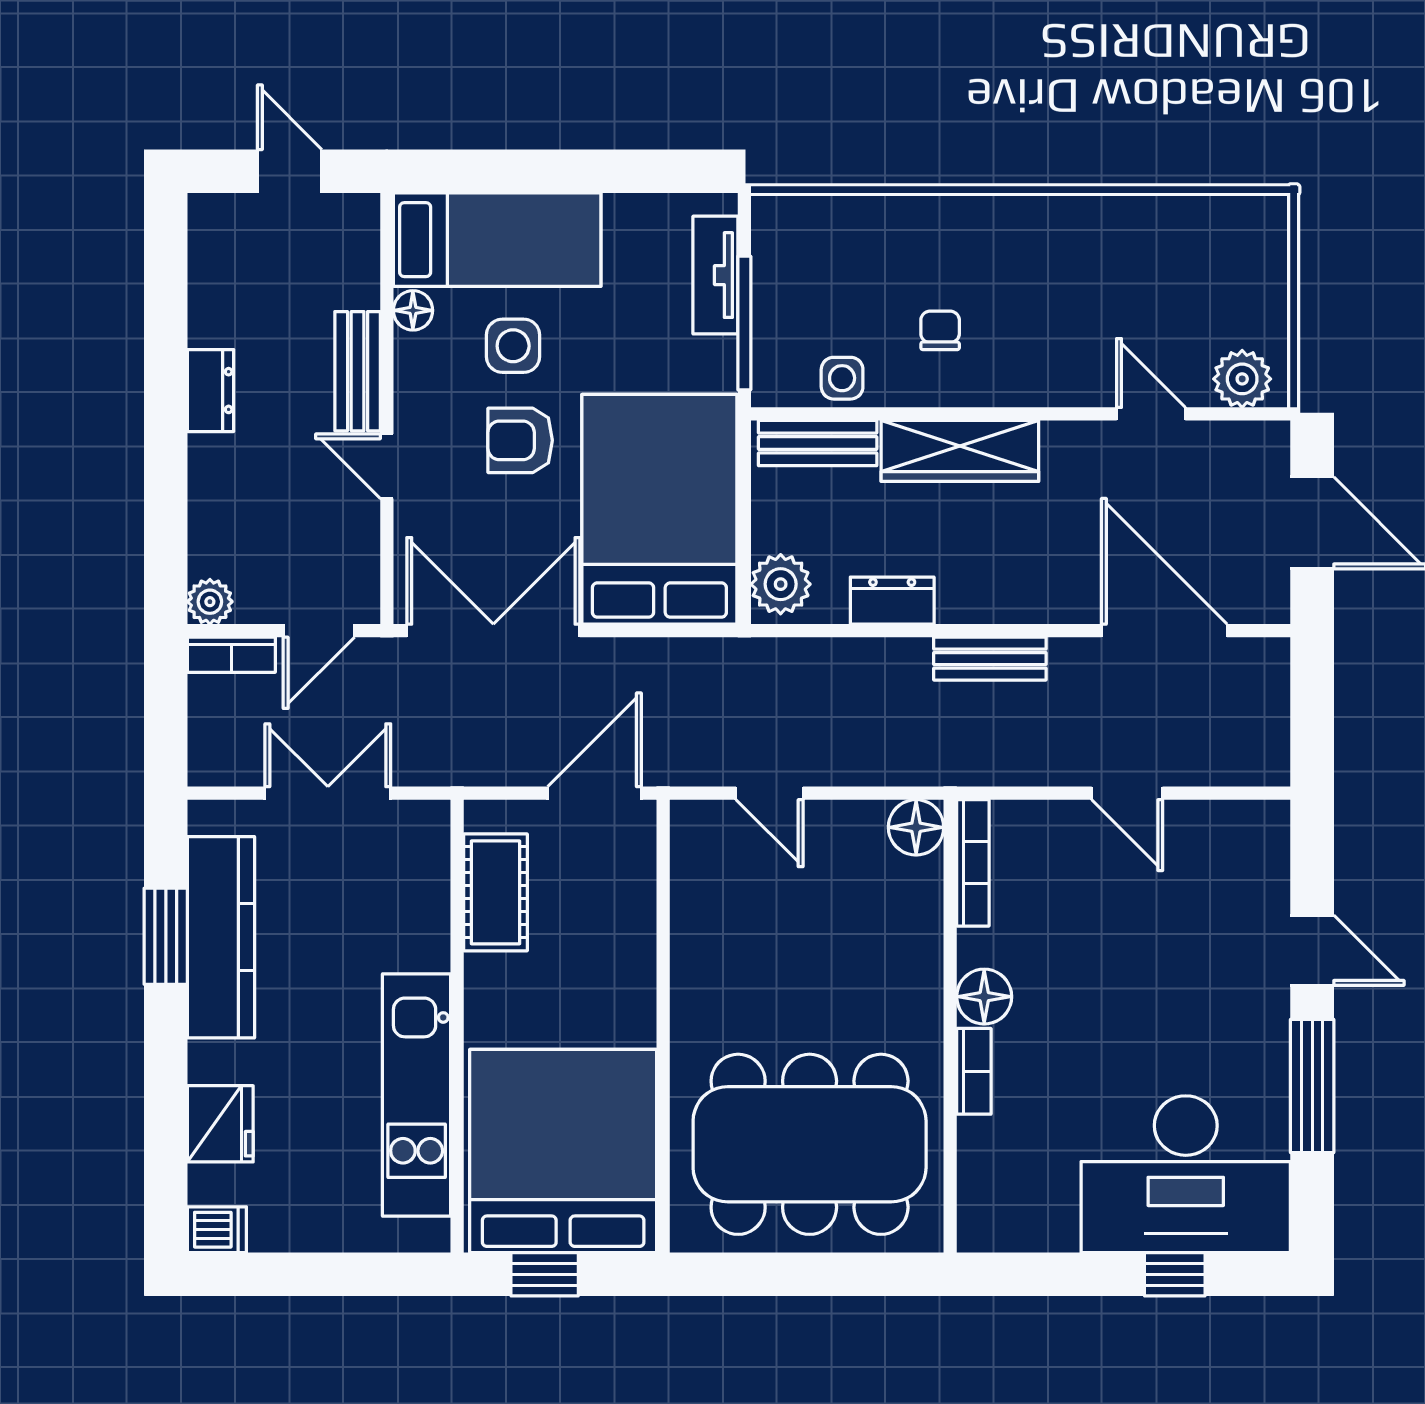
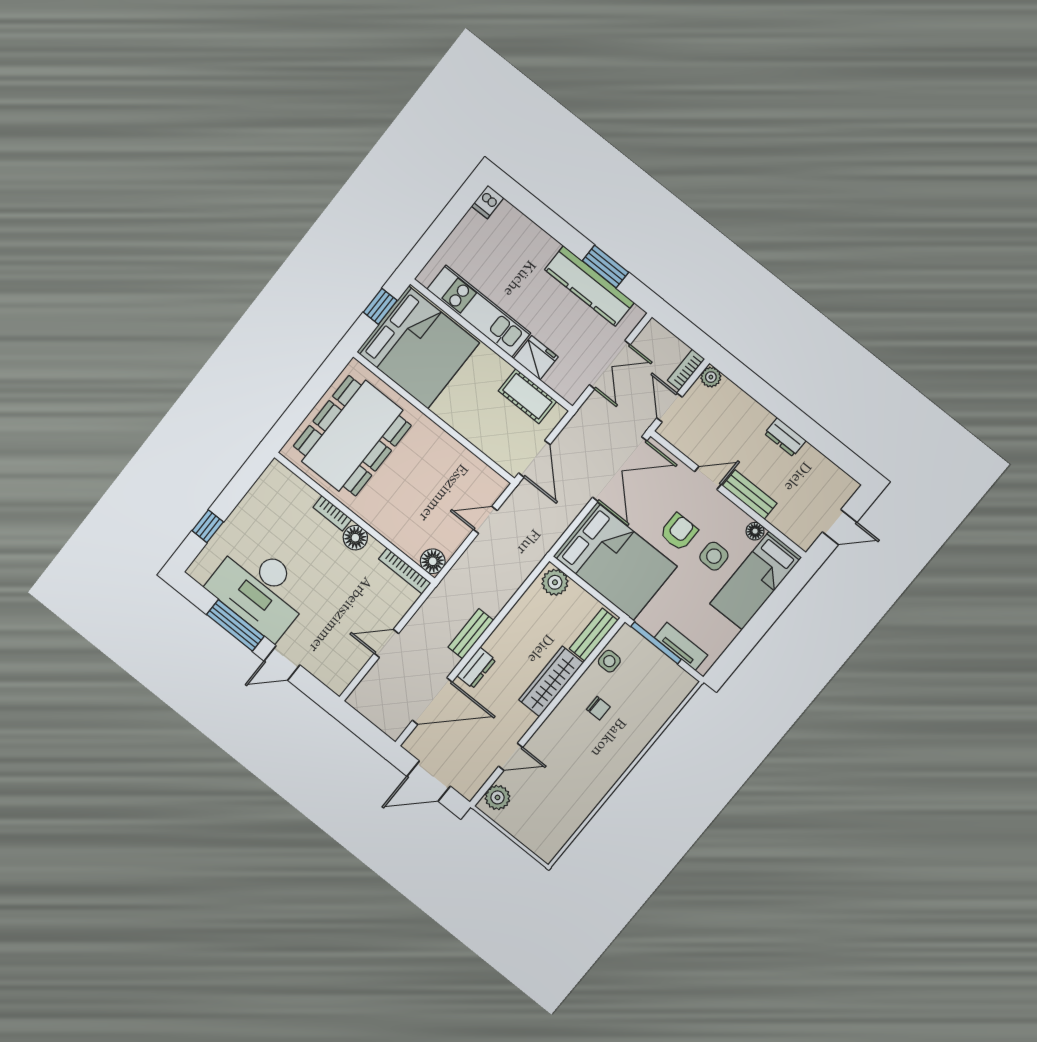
dresser: (892, 601) -> (476, 668), moved
fridge: (220, 1124) -> (536, 358), moved, turned 180
desk: (1186, 1174) -> (260, 589), moved, turned -90

